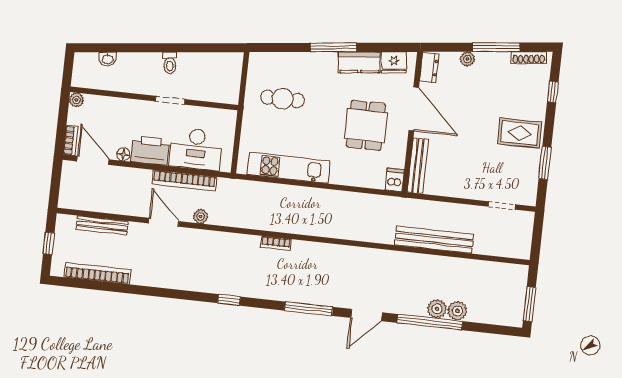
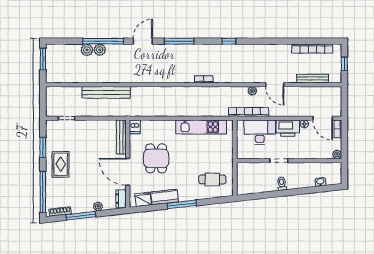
window: (553, 92) -> (43, 192), width x3.17
cafe table: (283, 99) -> (212, 179), moved
rug: (520, 133) -> (61, 164), turned 90
bookcase: (184, 180) -> (249, 112), moved

